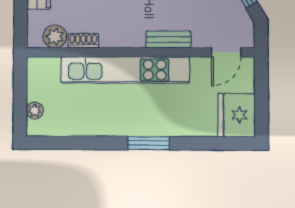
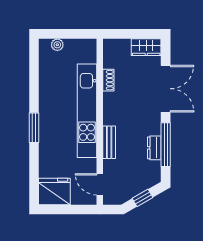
plant: (55, 36) -> (112, 59), removed

